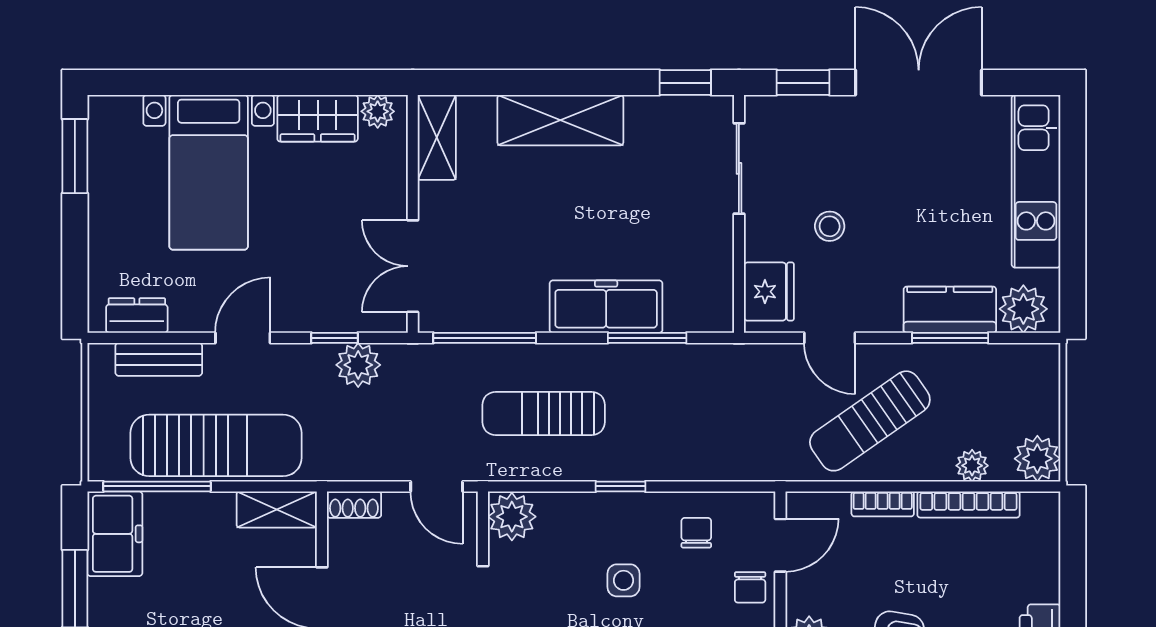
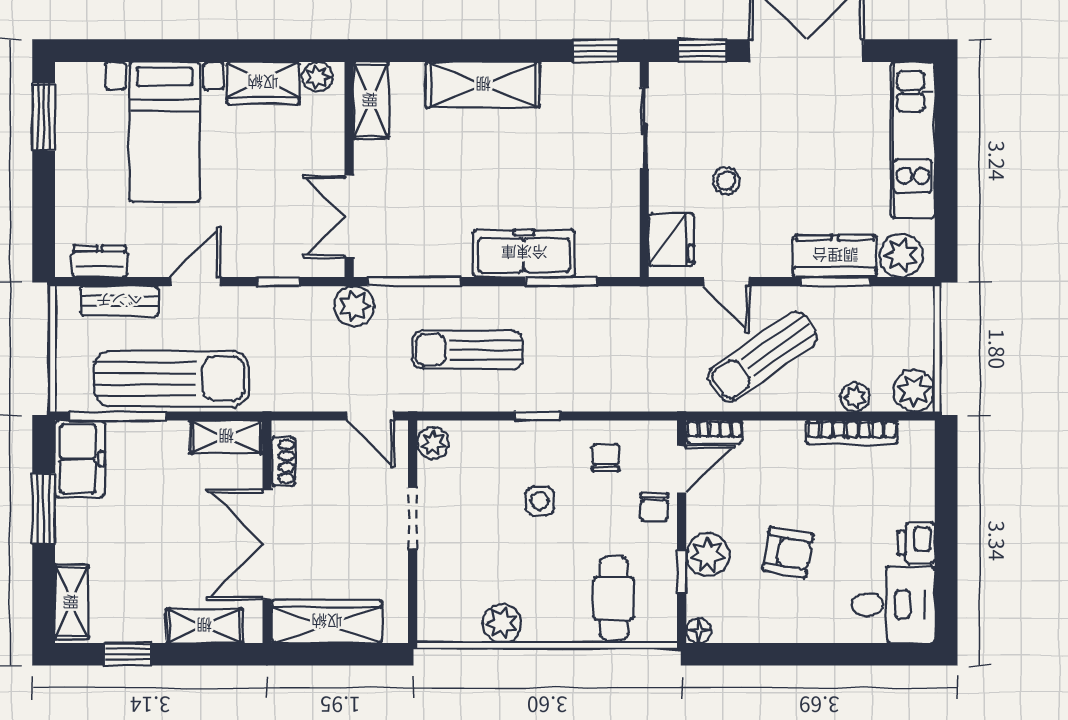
plant: (358, 365) -> (354, 306), moved
bookcase: (883, 504) -> (714, 432), moved
shoe rack: (354, 505) -> (283, 461), moved, turned -90
plant: (512, 517) -> (433, 443), width x0.73, depth x0.73

